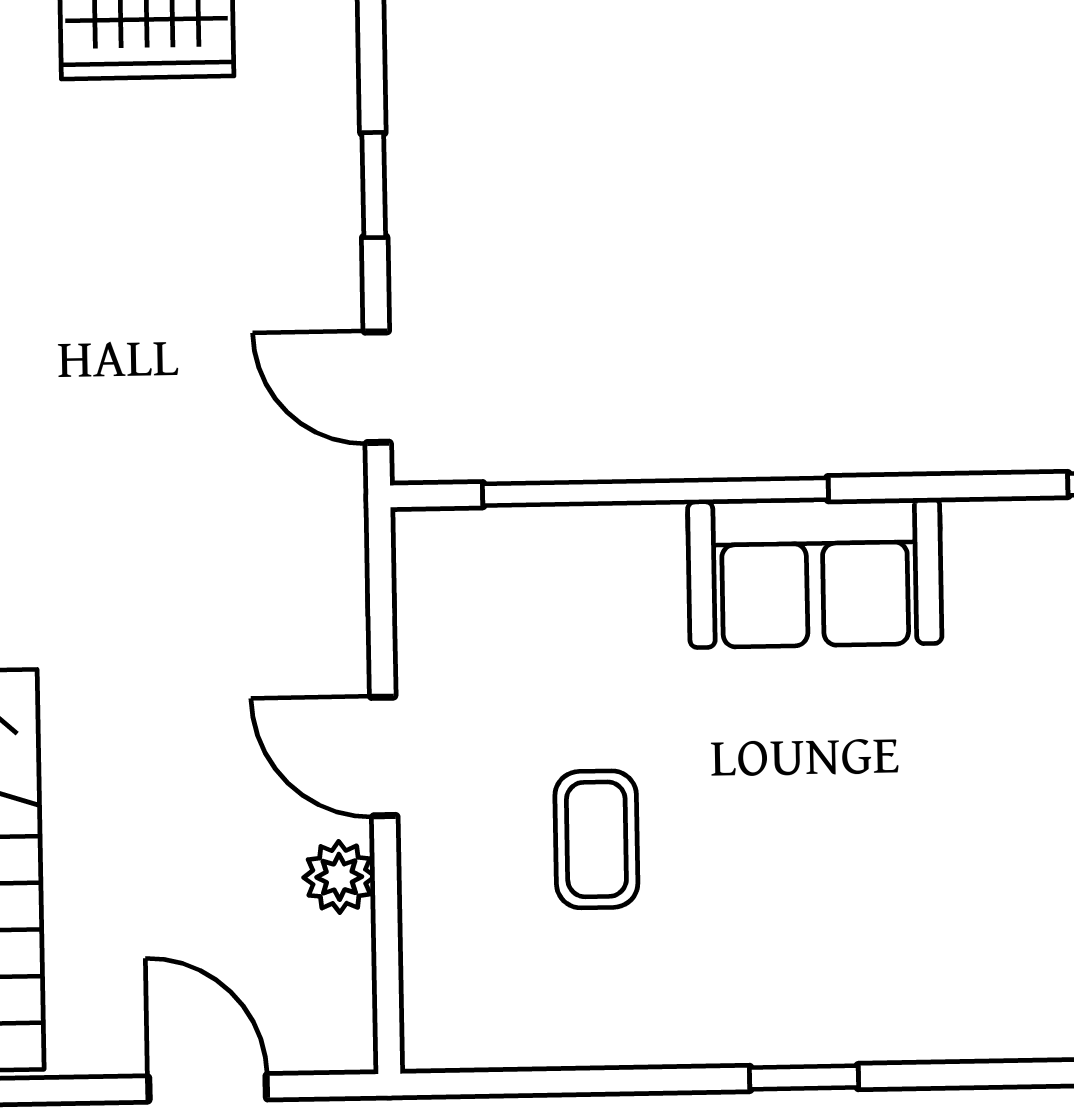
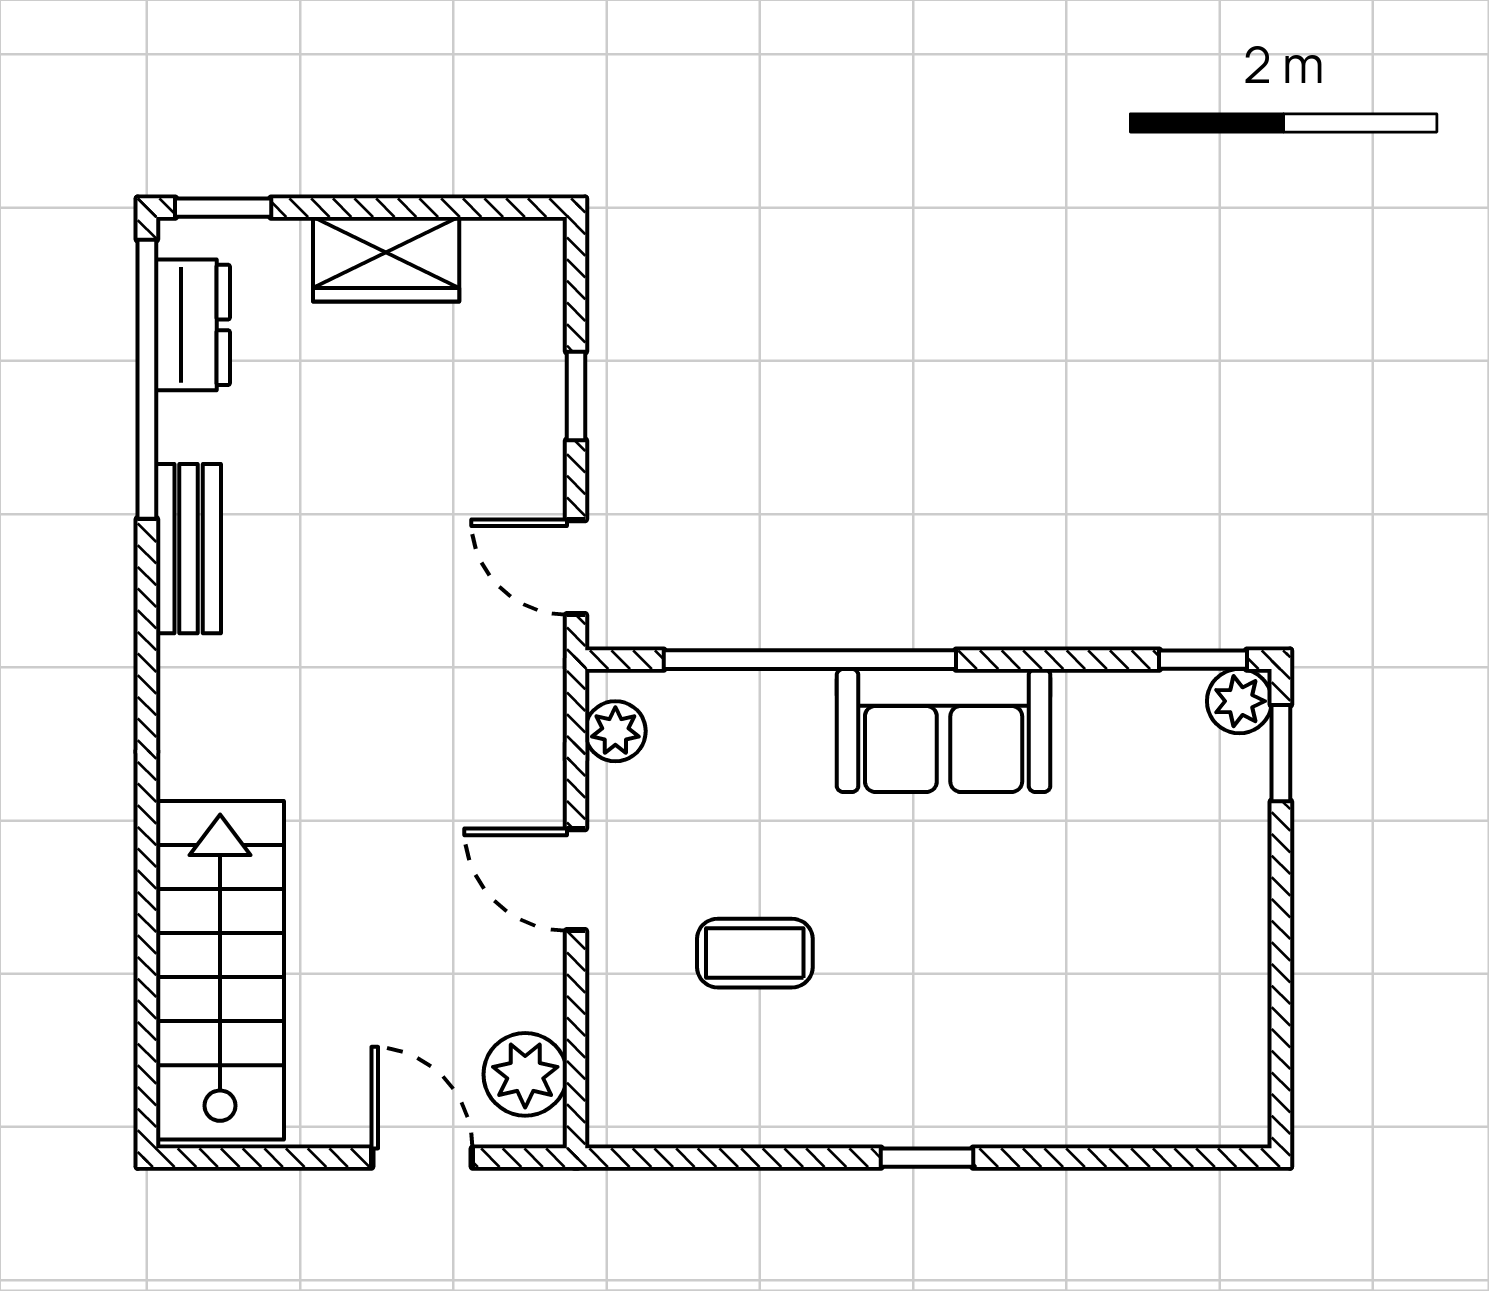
plant: (427, 580) -> (615, 731), added
coffee table: (596, 839) -> (755, 953), turned 90
plant: (339, 877) -> (525, 1074), moved, width x1.38, depth x1.38

